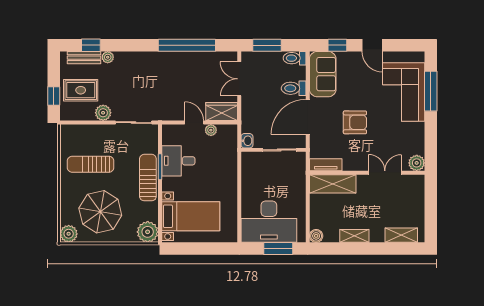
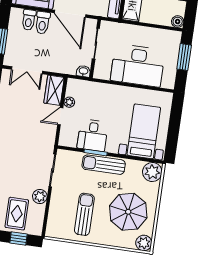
toilet: (295, 58) -> (29, 20), moved
sun lounger: (91, 164) -> (84, 214), turned 180
desk: (269, 222) -> (138, 65), moved, turned 90

